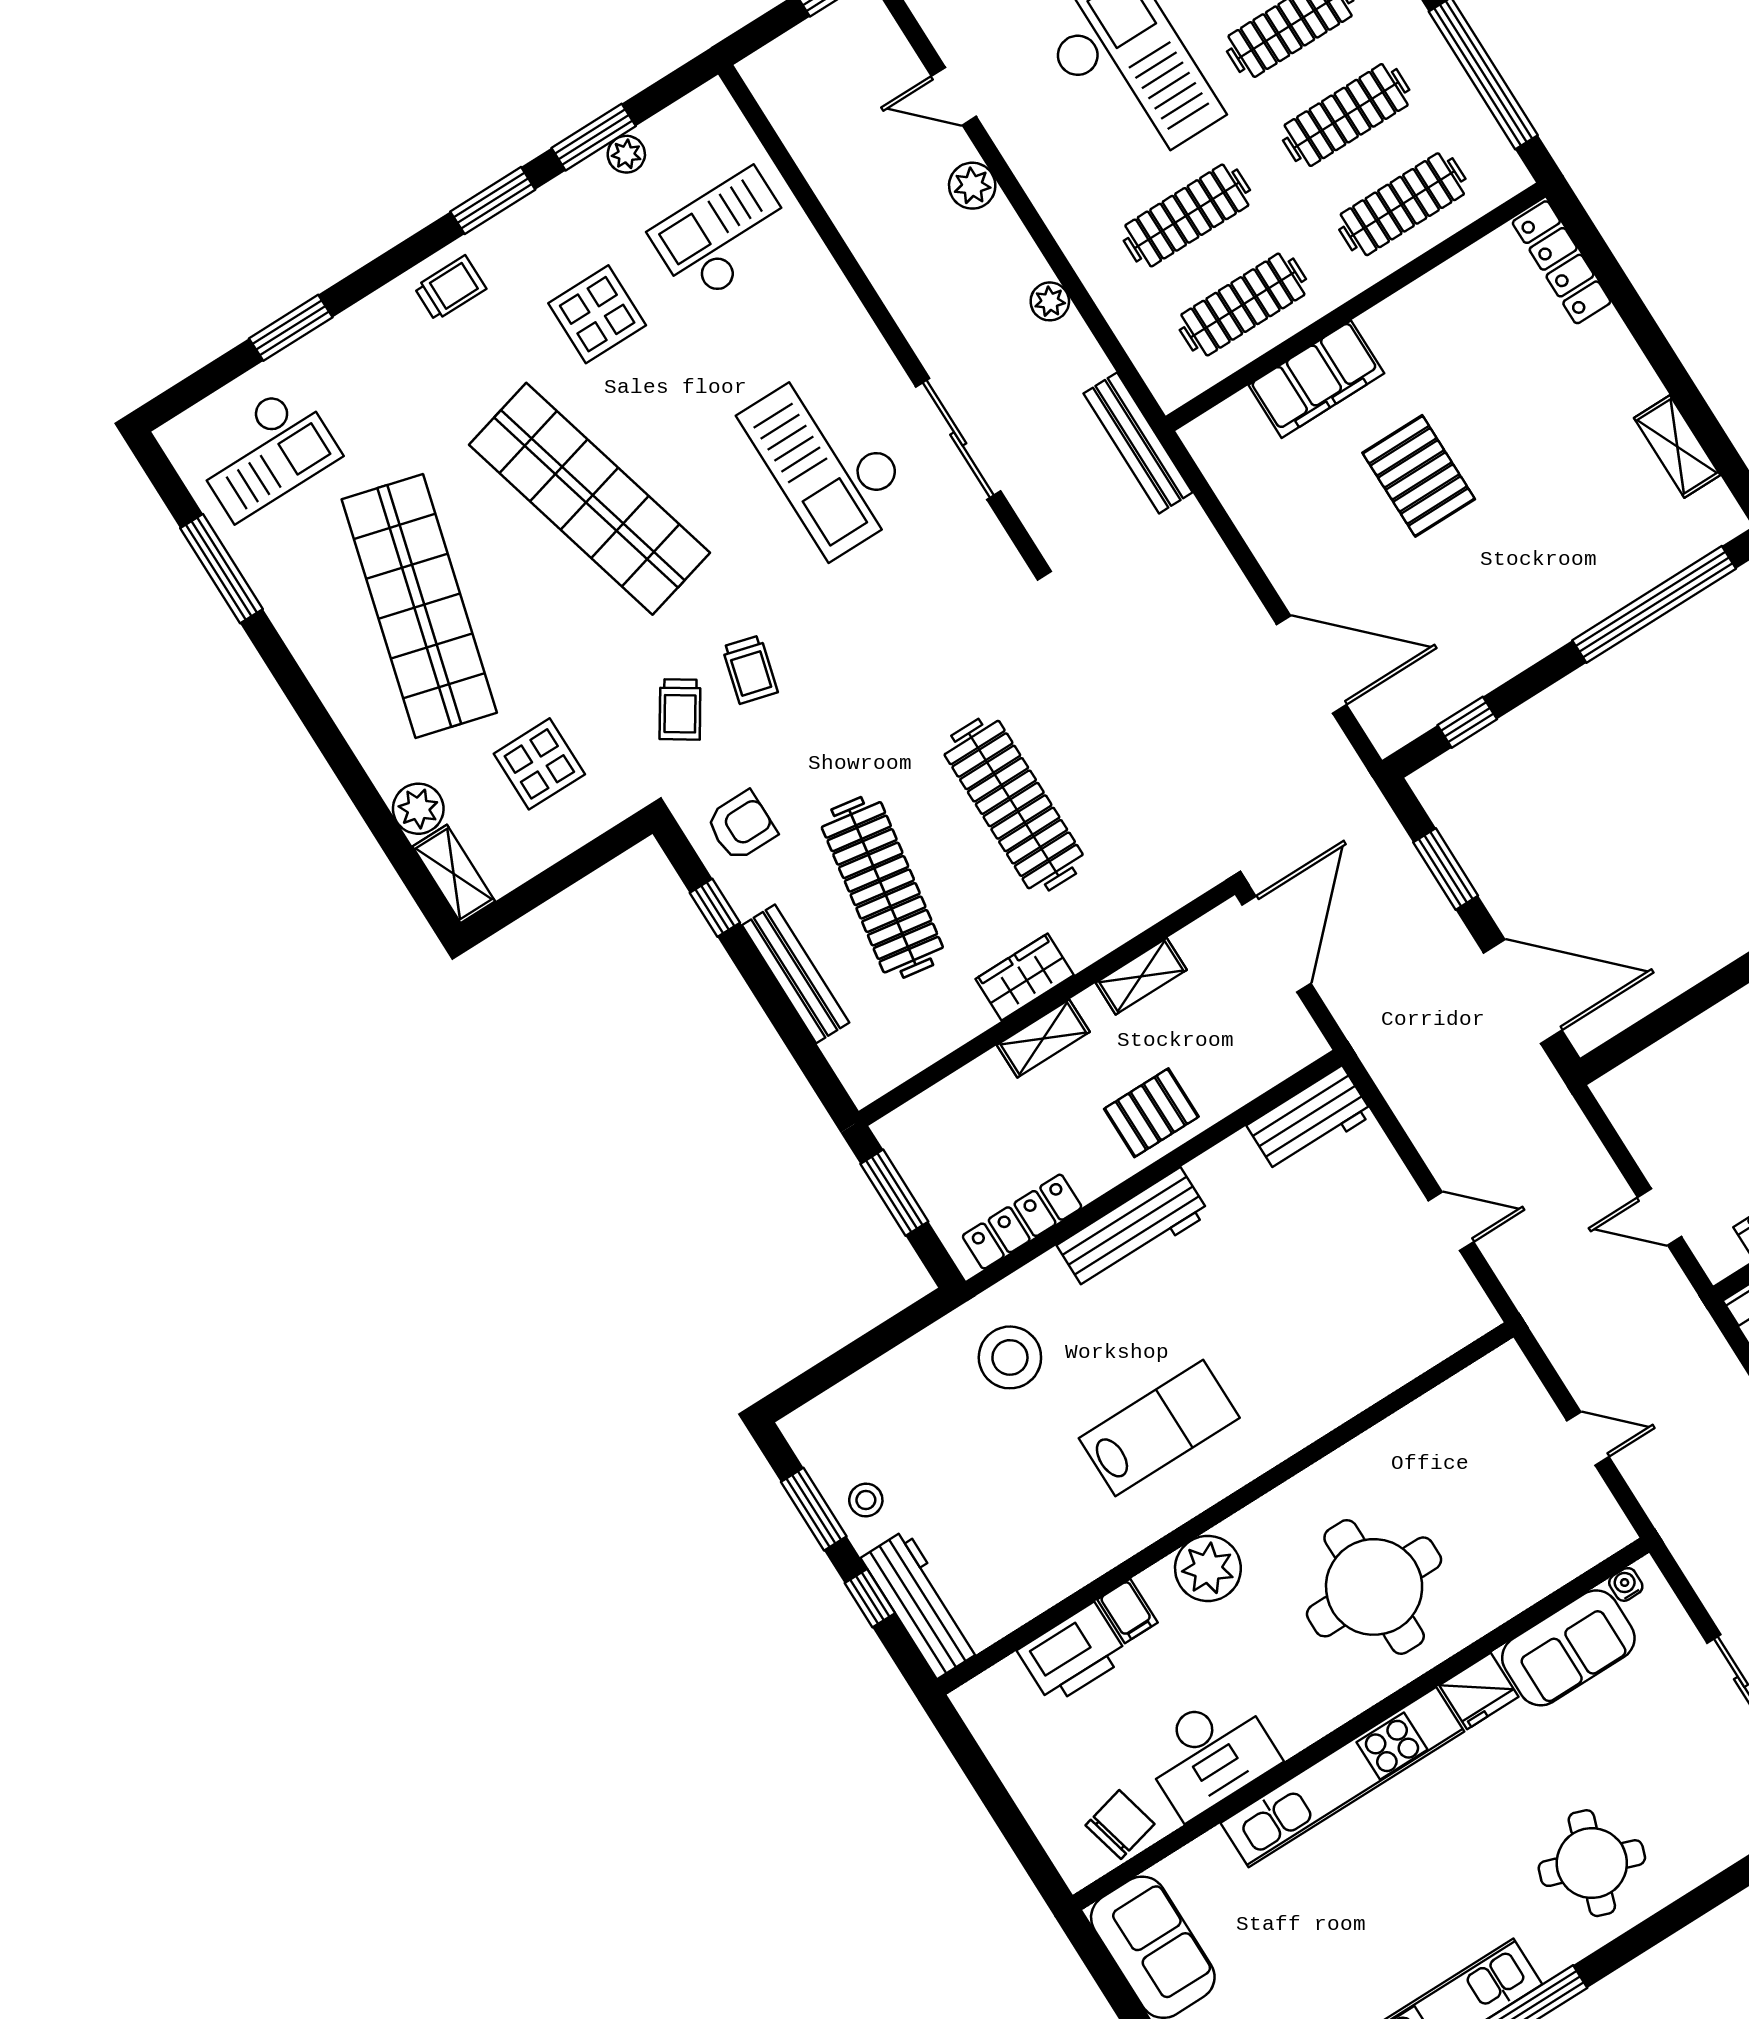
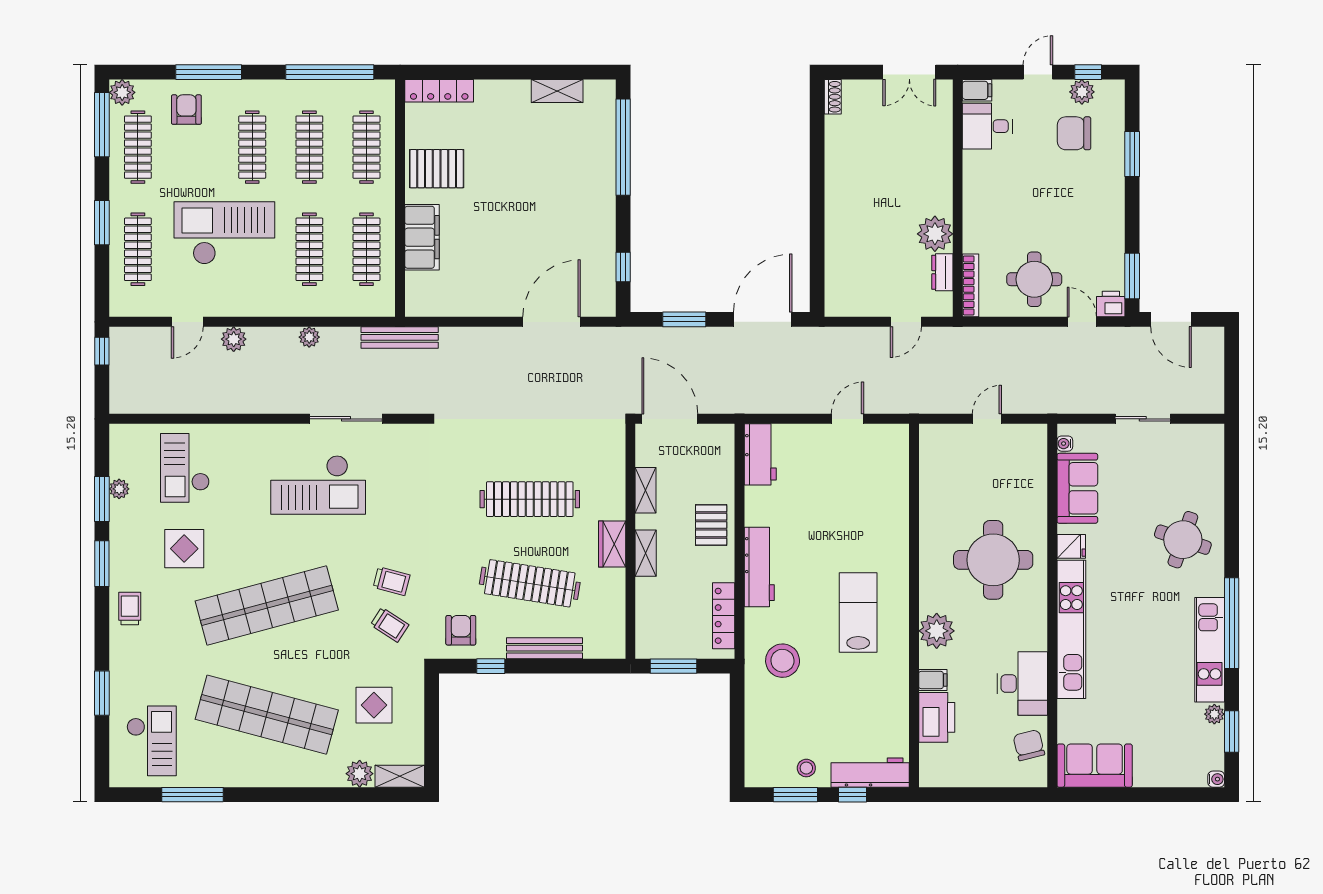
pallet: (1419, 476) -> (437, 169), moved
fridge: (1479, 1691) -> (1071, 546), width x0.72

